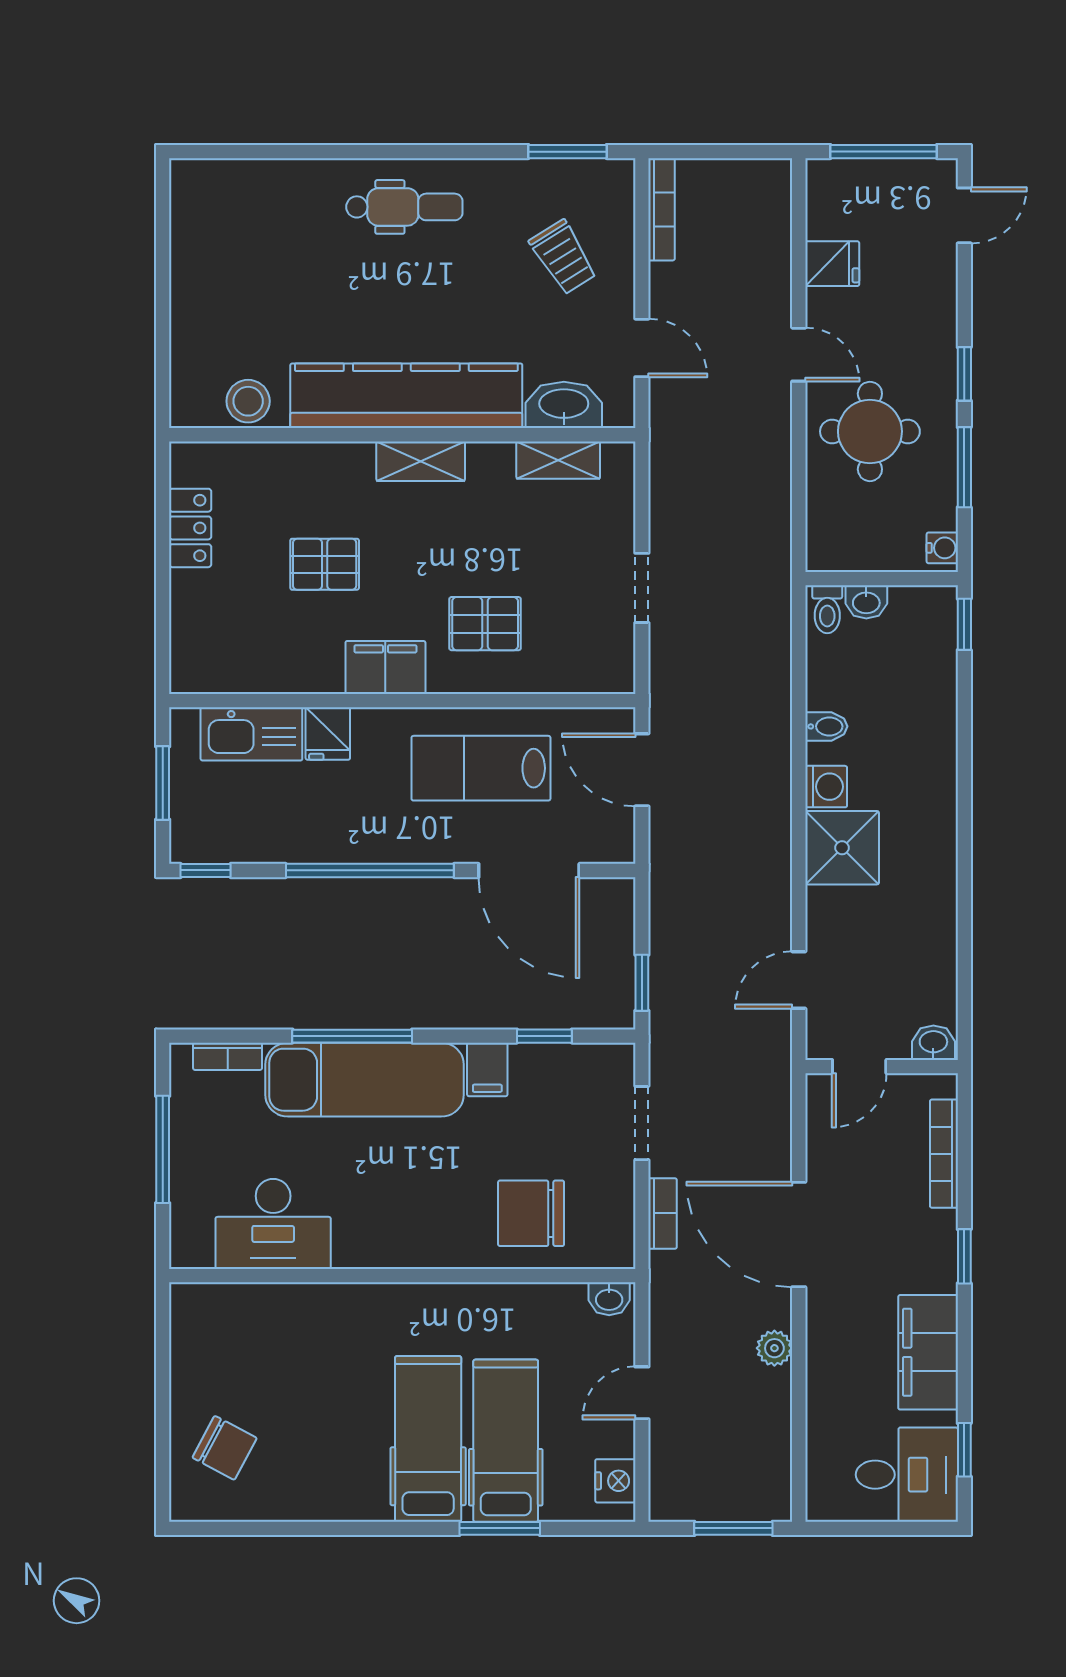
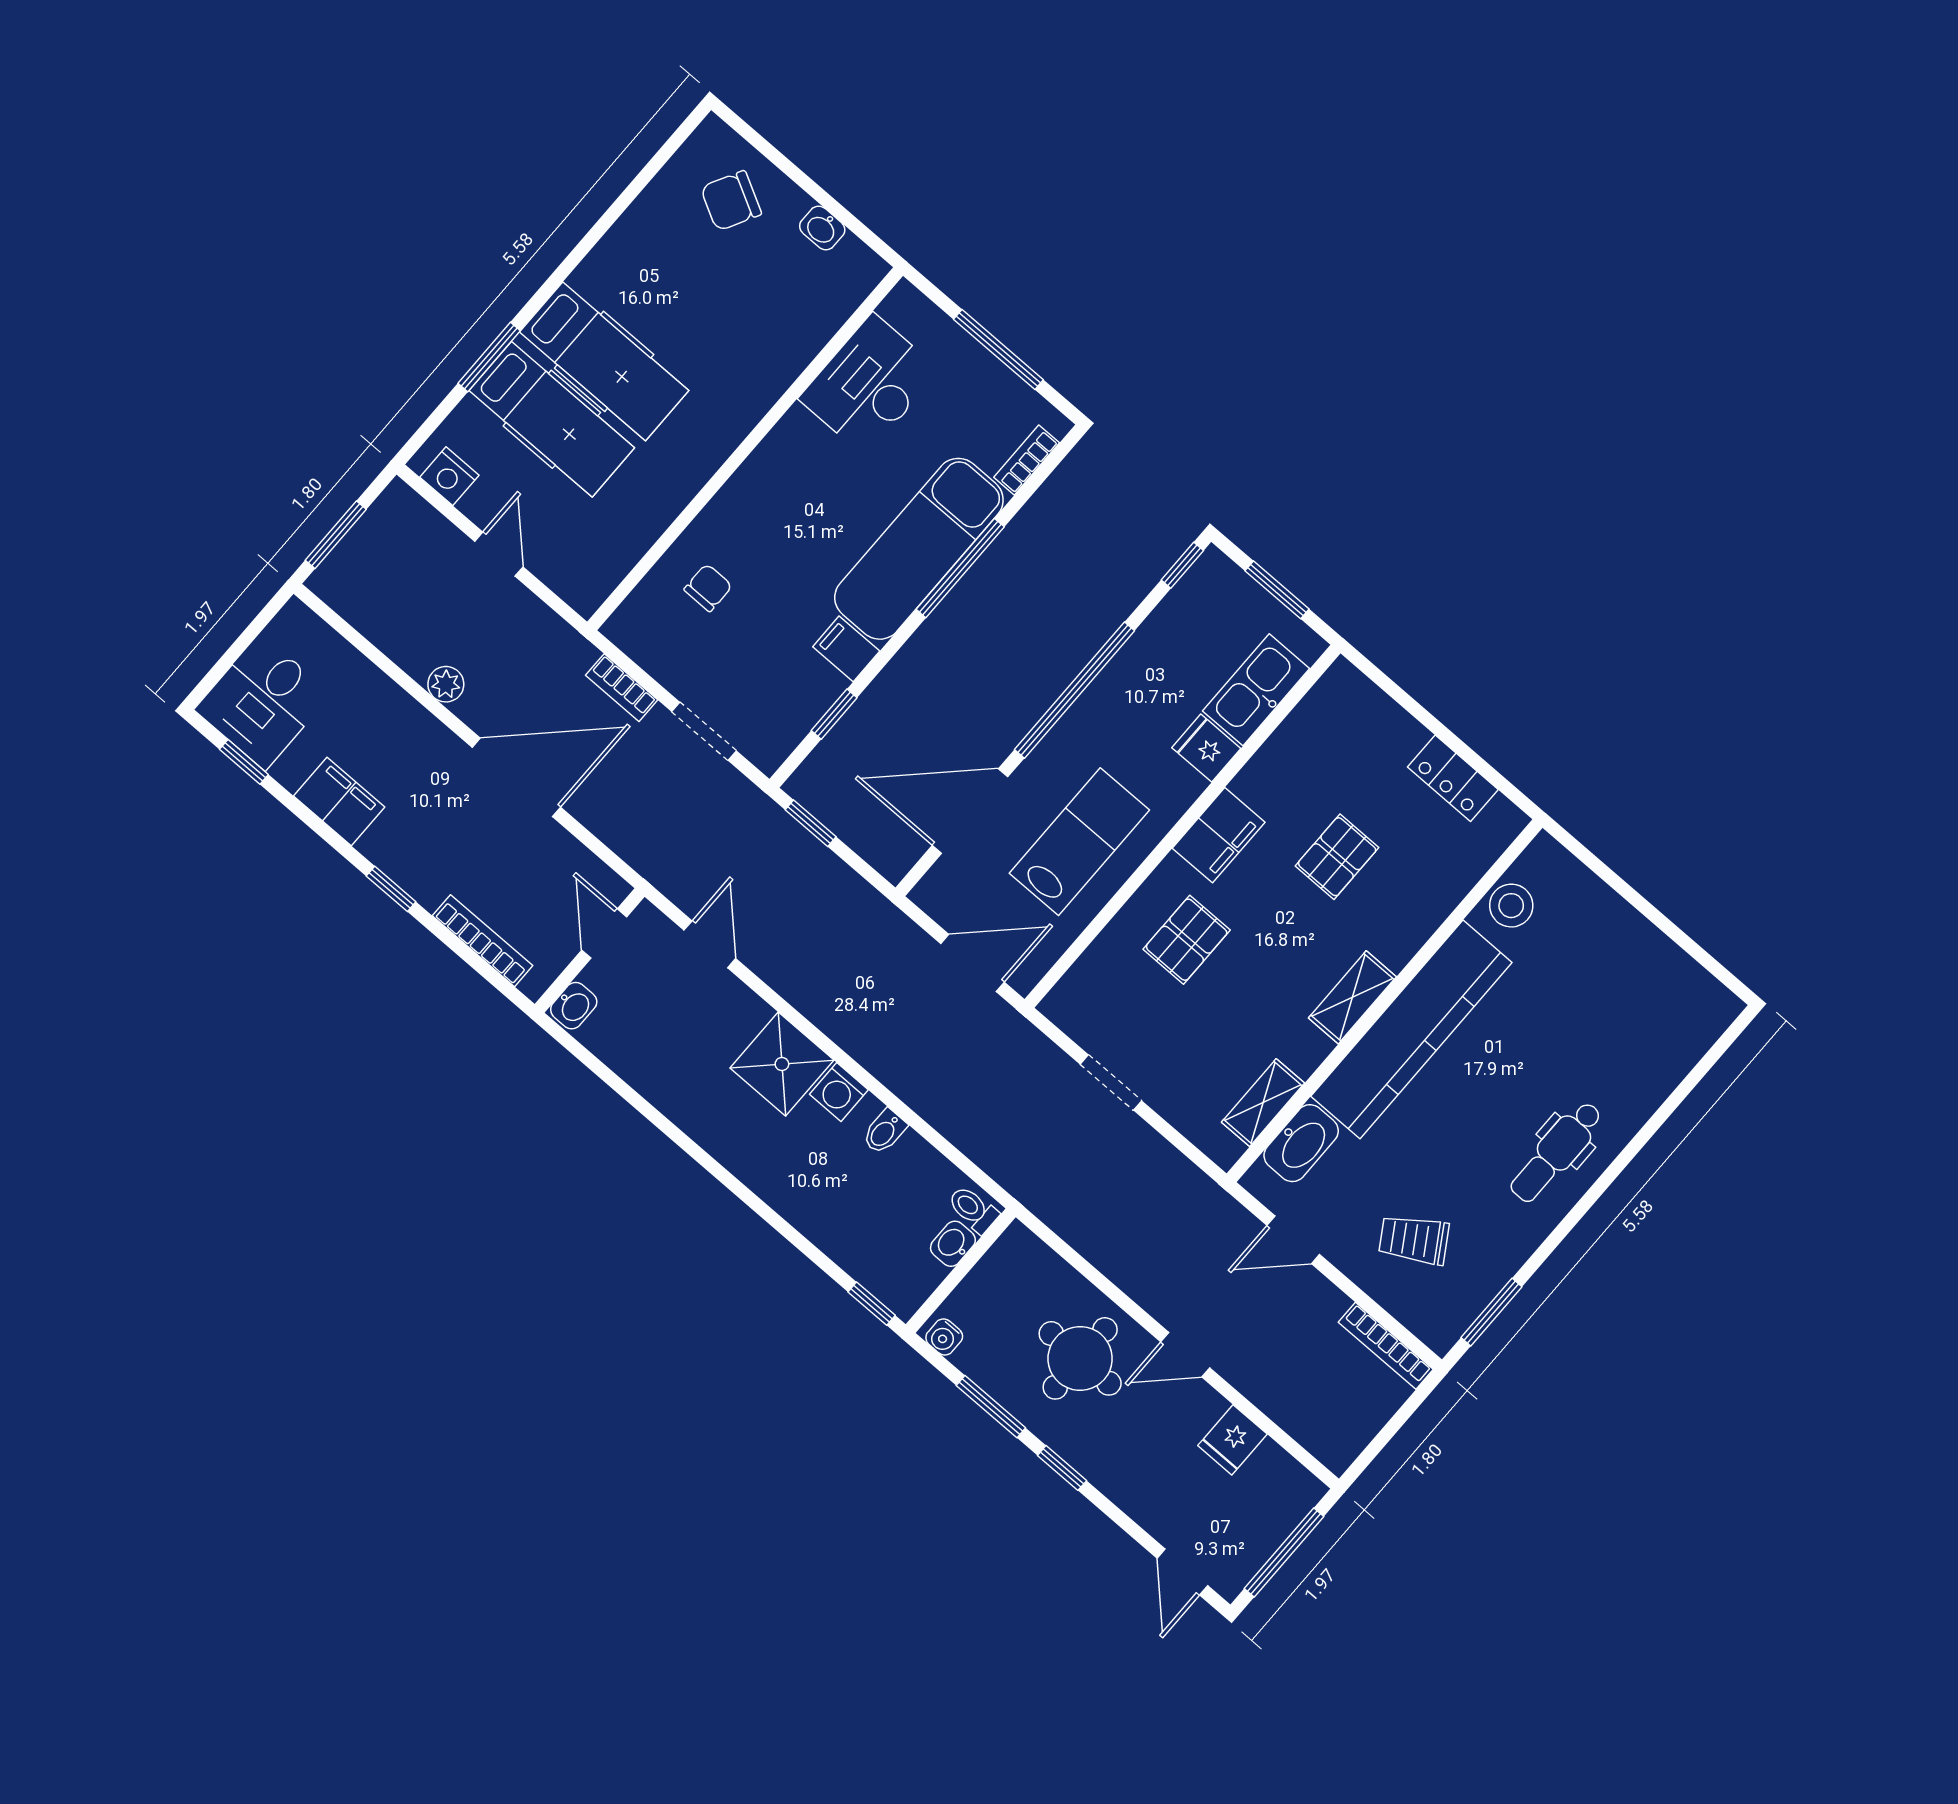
chair: (531, 1213) -> (708, 588), width x0.54, depth x0.54
washbasin: (609, 1299) -> (822, 228), moved, turned -90
filing cabinet: (928, 1352) -> (339, 802), width x0.67, depth x0.86

